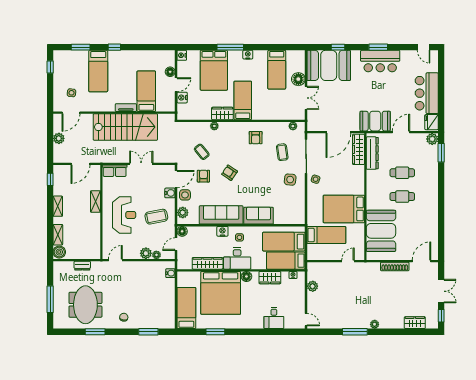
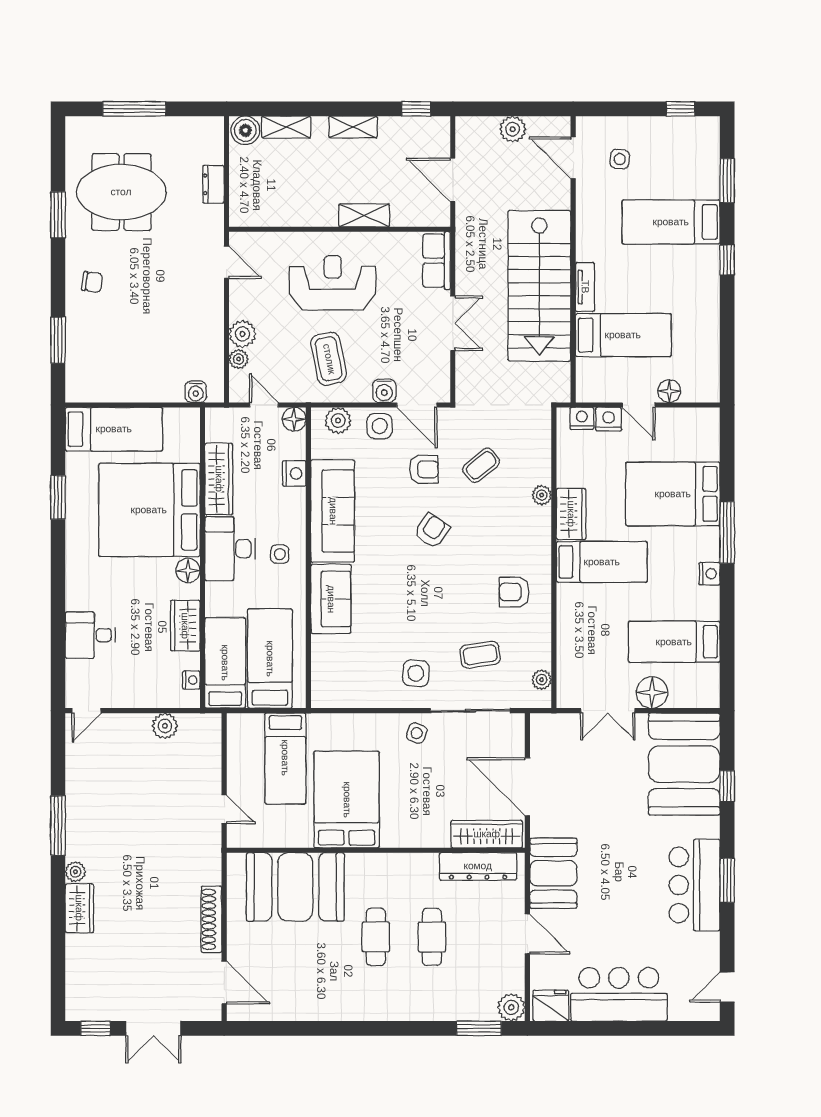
nightstand: (182, 55) -> (582, 418), moved
reception desk: (124, 215) -> (333, 283), turned 180
nightstand: (222, 231) -> (294, 473), moved
wardrobe: (415, 323) -> (79, 908), moved

